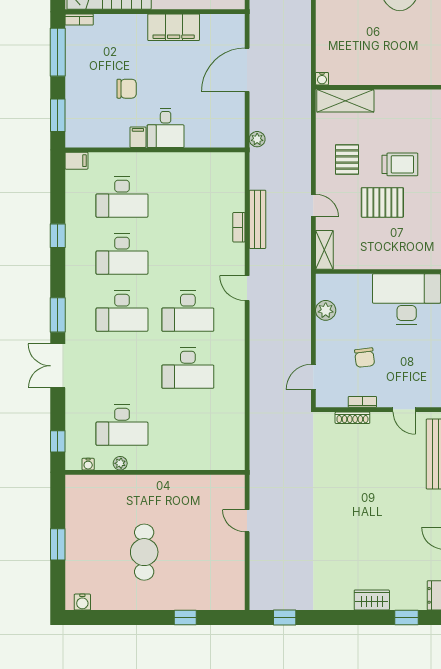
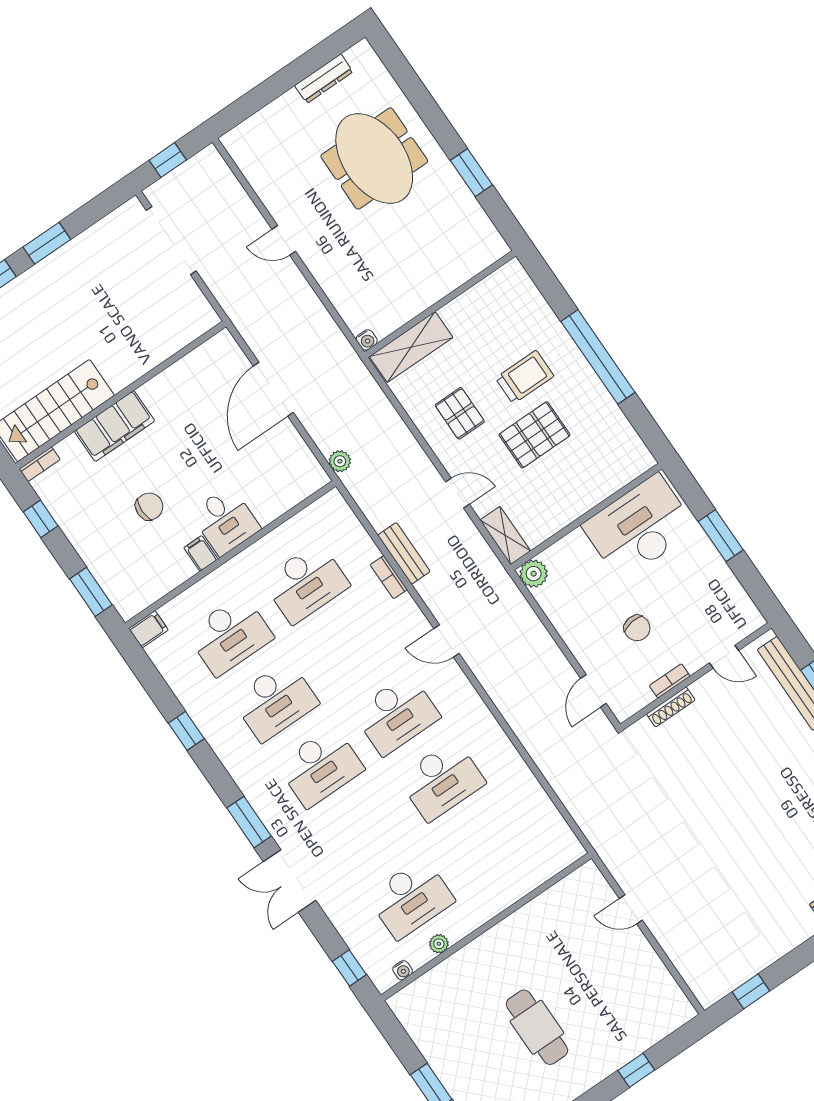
filing cabinet: (174, 27) -> (114, 426), moved
window: (58, 52) -> (41, 519), width x0.46
desk: (188, 197) -> (306, 583), added
bench: (257, 219) -> (404, 553), width x0.73
plant: (326, 310) -> (534, 574), moved

